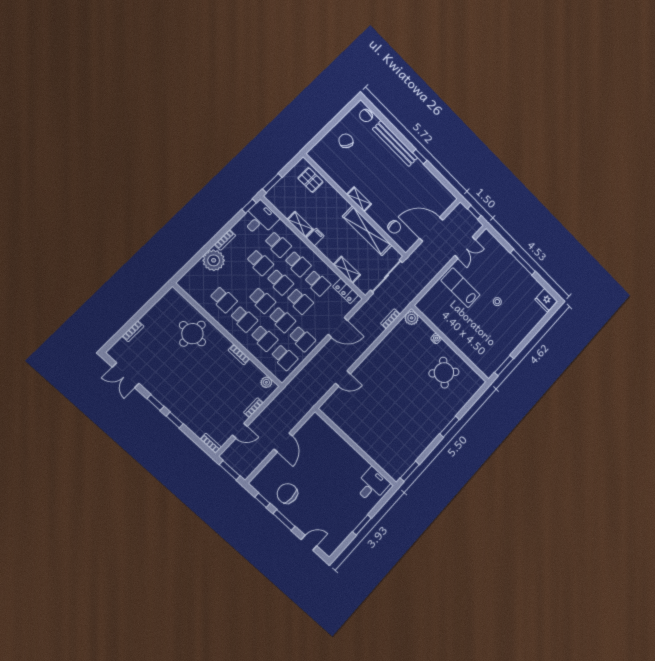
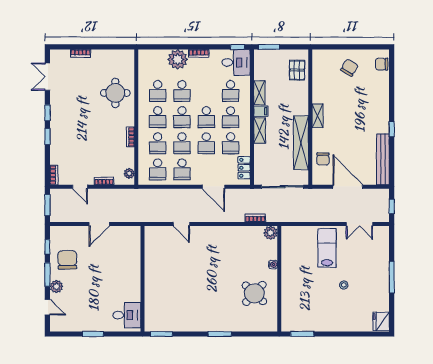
bench: (395, 144) -> (383, 159), moved
school desk: (260, 262) -> (182, 91), moved
shelving: (347, 270) -> (260, 130), moved
plant: (300, 521) -> (56, 286), added

